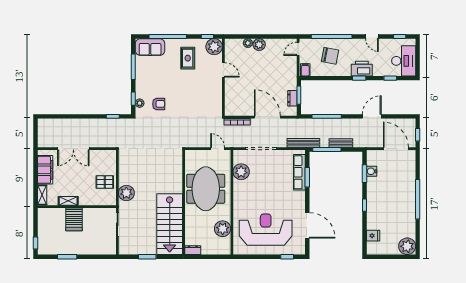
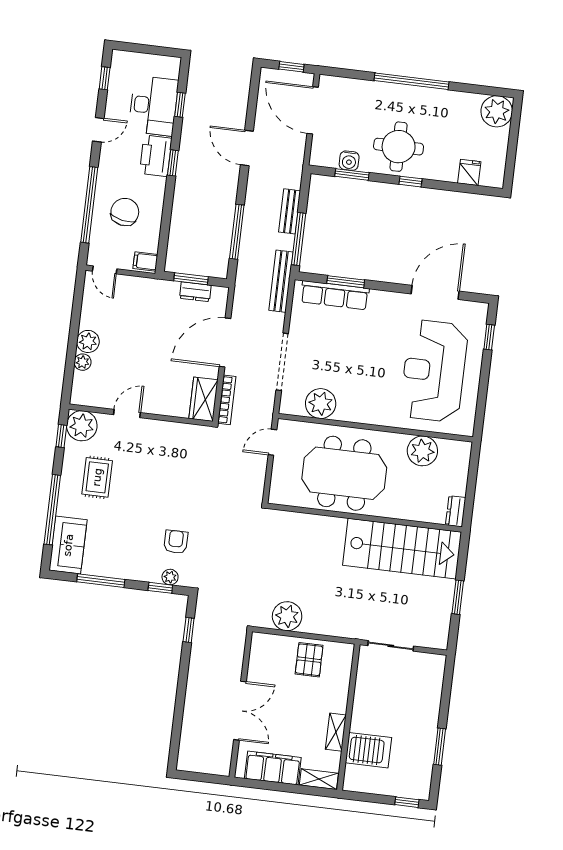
rug: (188, 58) -> (97, 477), turned 90
desk: (404, 61) -> (153, 106), moved, turned 90
wardrobe: (236, 109) -> (203, 399), added
door: (396, 149) -> (313, 110), hinge flipped
plant: (126, 193) -> (287, 616), moved
round table: (382, 197) -> (399, 147), added
server rack: (74, 219) -> (368, 750), moved

